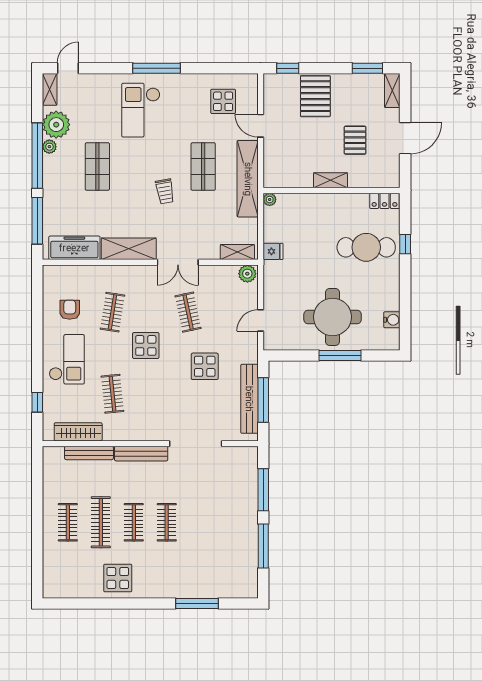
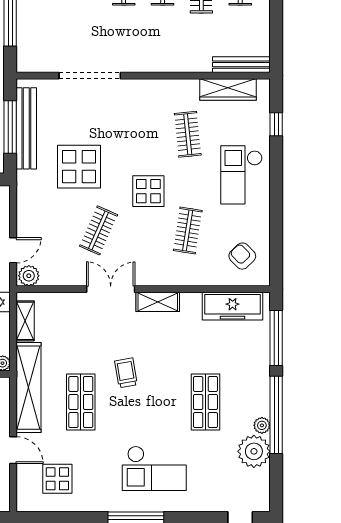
shelving: (50, 89) -> (262, 493), removed
checkout: (141, 110) -> (154, 468), turned 90
shelving: (129, 249) -> (158, 302), width x0.67, depth x0.75
shelving: (237, 252) -> (25, 321), moved, turned 90
armchair: (70, 310) -> (242, 256), moved, turned 136
clothes rail: (188, 312) -> (99, 230), turned 36
door: (261, 320) -> (13, 250), moved
display table: (205, 366) -> (79, 167), width x1.36, depth x1.36
bench: (89, 453) -> (241, 65), moved
bench: (141, 454) -> (154, 64), removed

